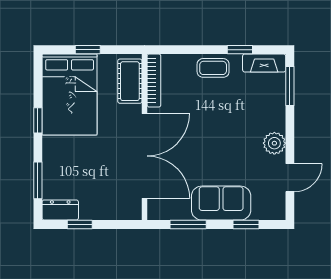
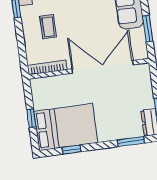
coffee table: (213, 68) -> (48, 27), moved
cot: (130, 81) -> (50, 85), removed
window: (38, 120) -> (72, 150), moved

